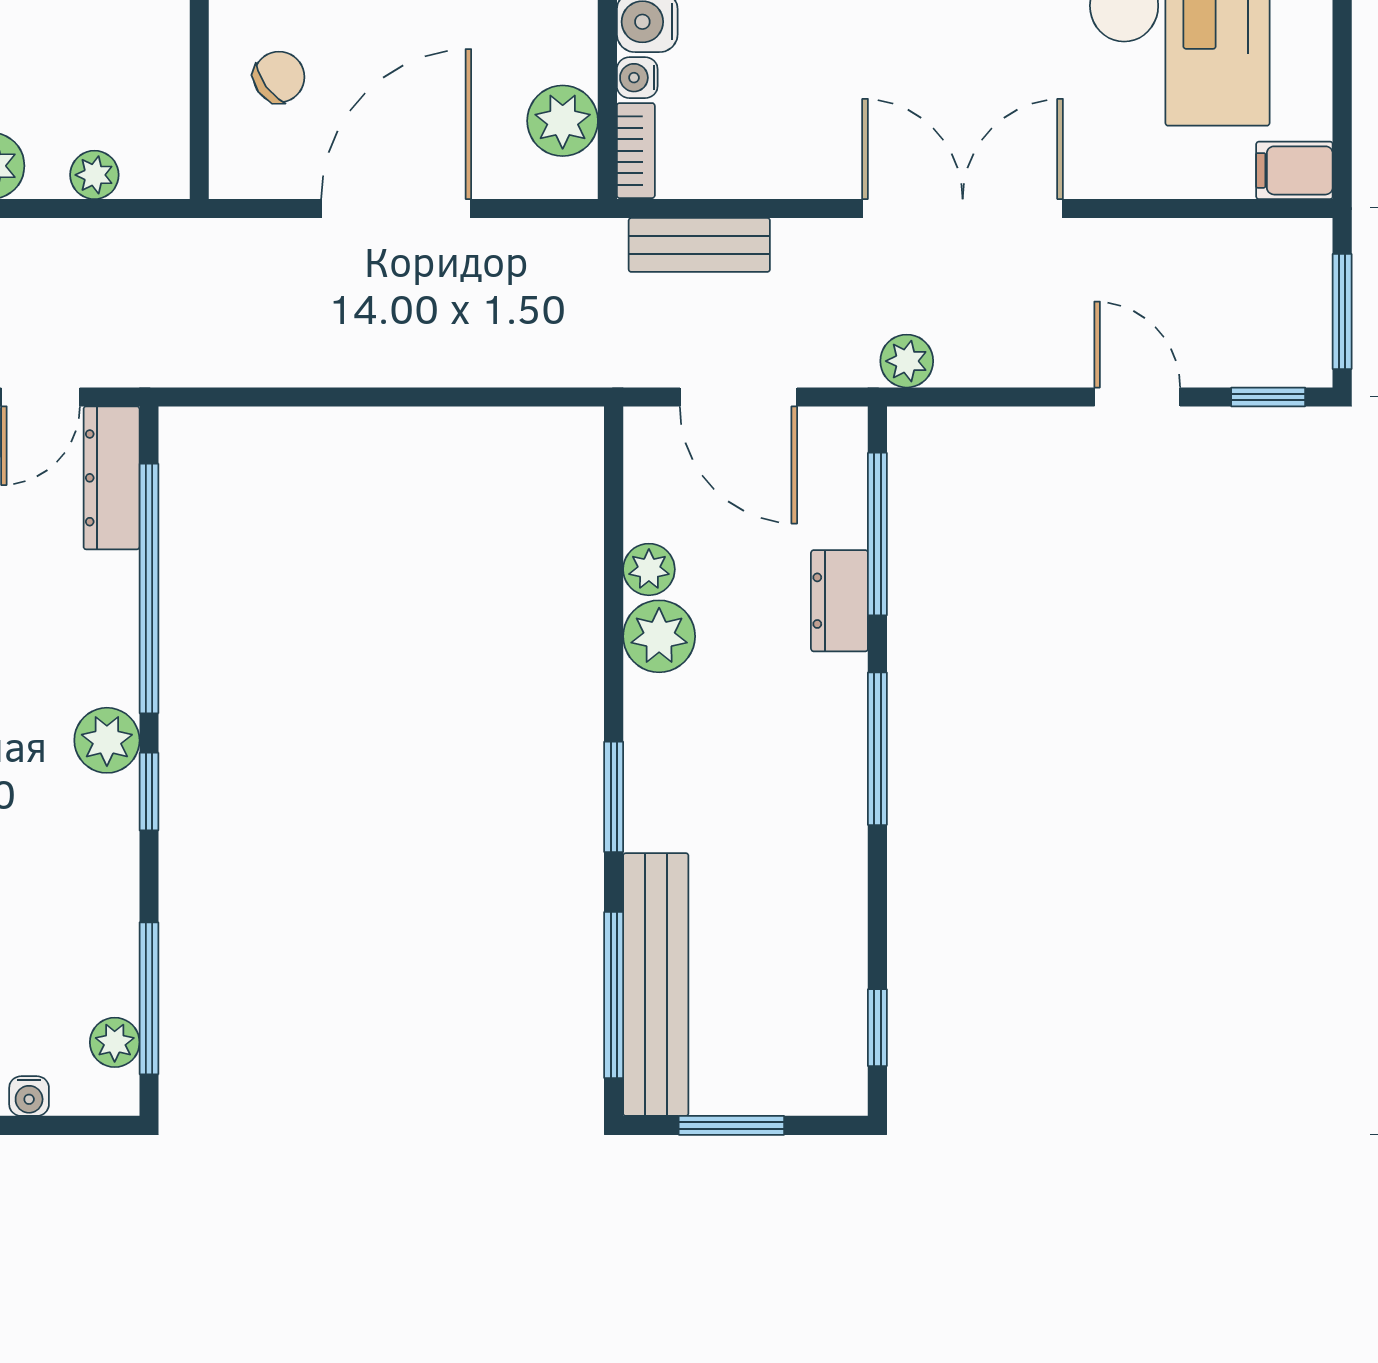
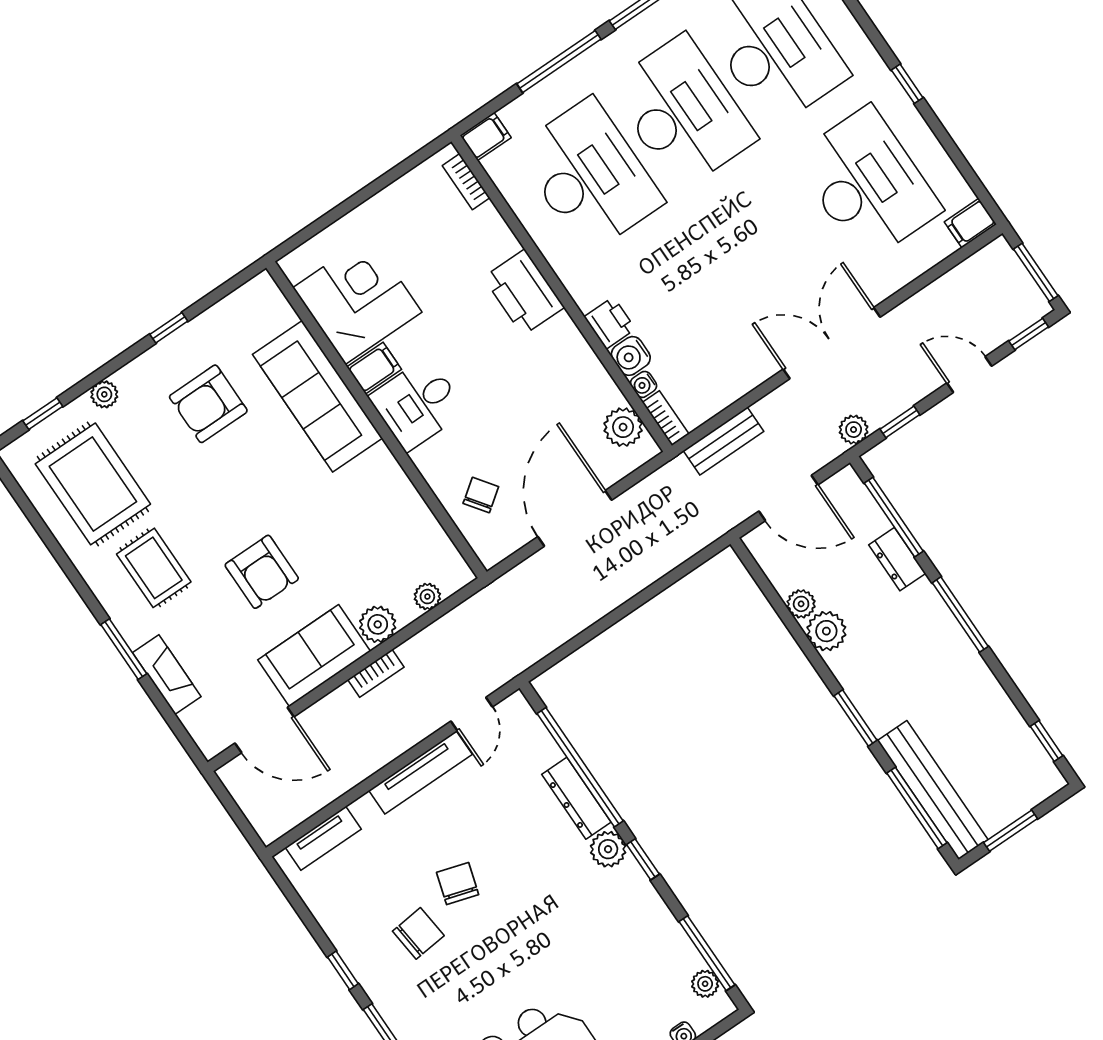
window: (984, 397) -> (900, 422), added
dresser: (112, 478) -> (576, 798), moved

